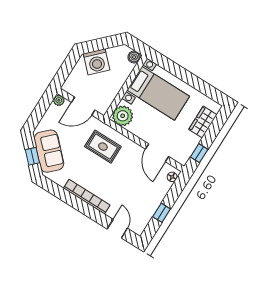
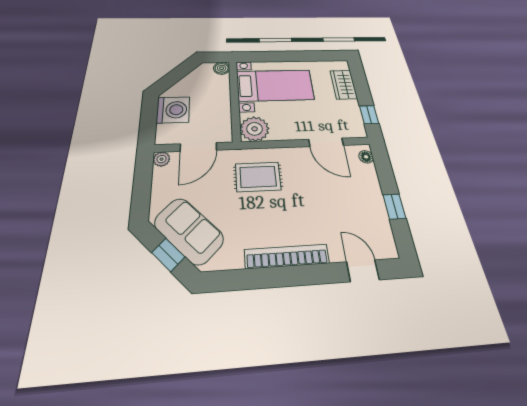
washing machine: (97, 62) -> (173, 110), moved, turned -45

